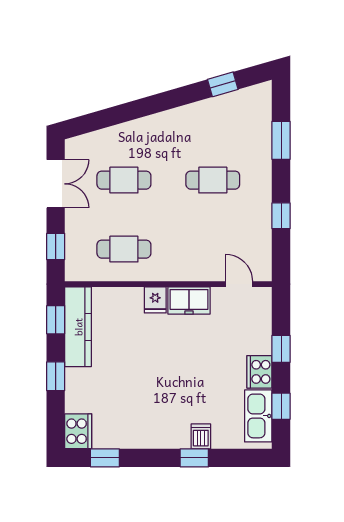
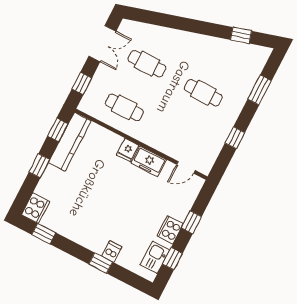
door: (239, 284) -> (186, 167), swing flipped
kitchen sink: (258, 416) -> (155, 257), width x0.73

